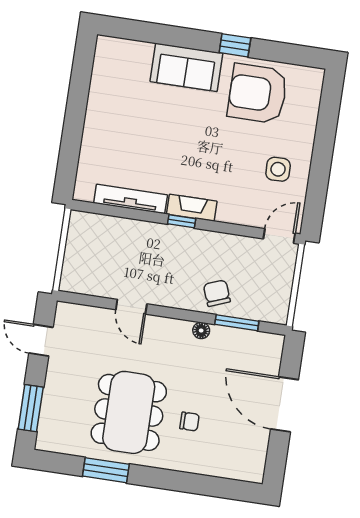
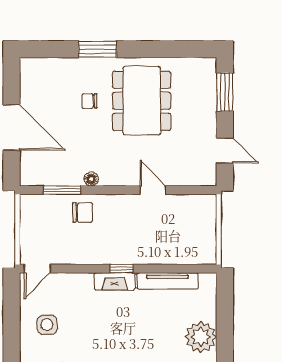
plant: (102, 128) -> (201, 337), added
chair: (217, 293) -> (83, 213), turned -69
window: (106, 470) -> (98, 49), moved

